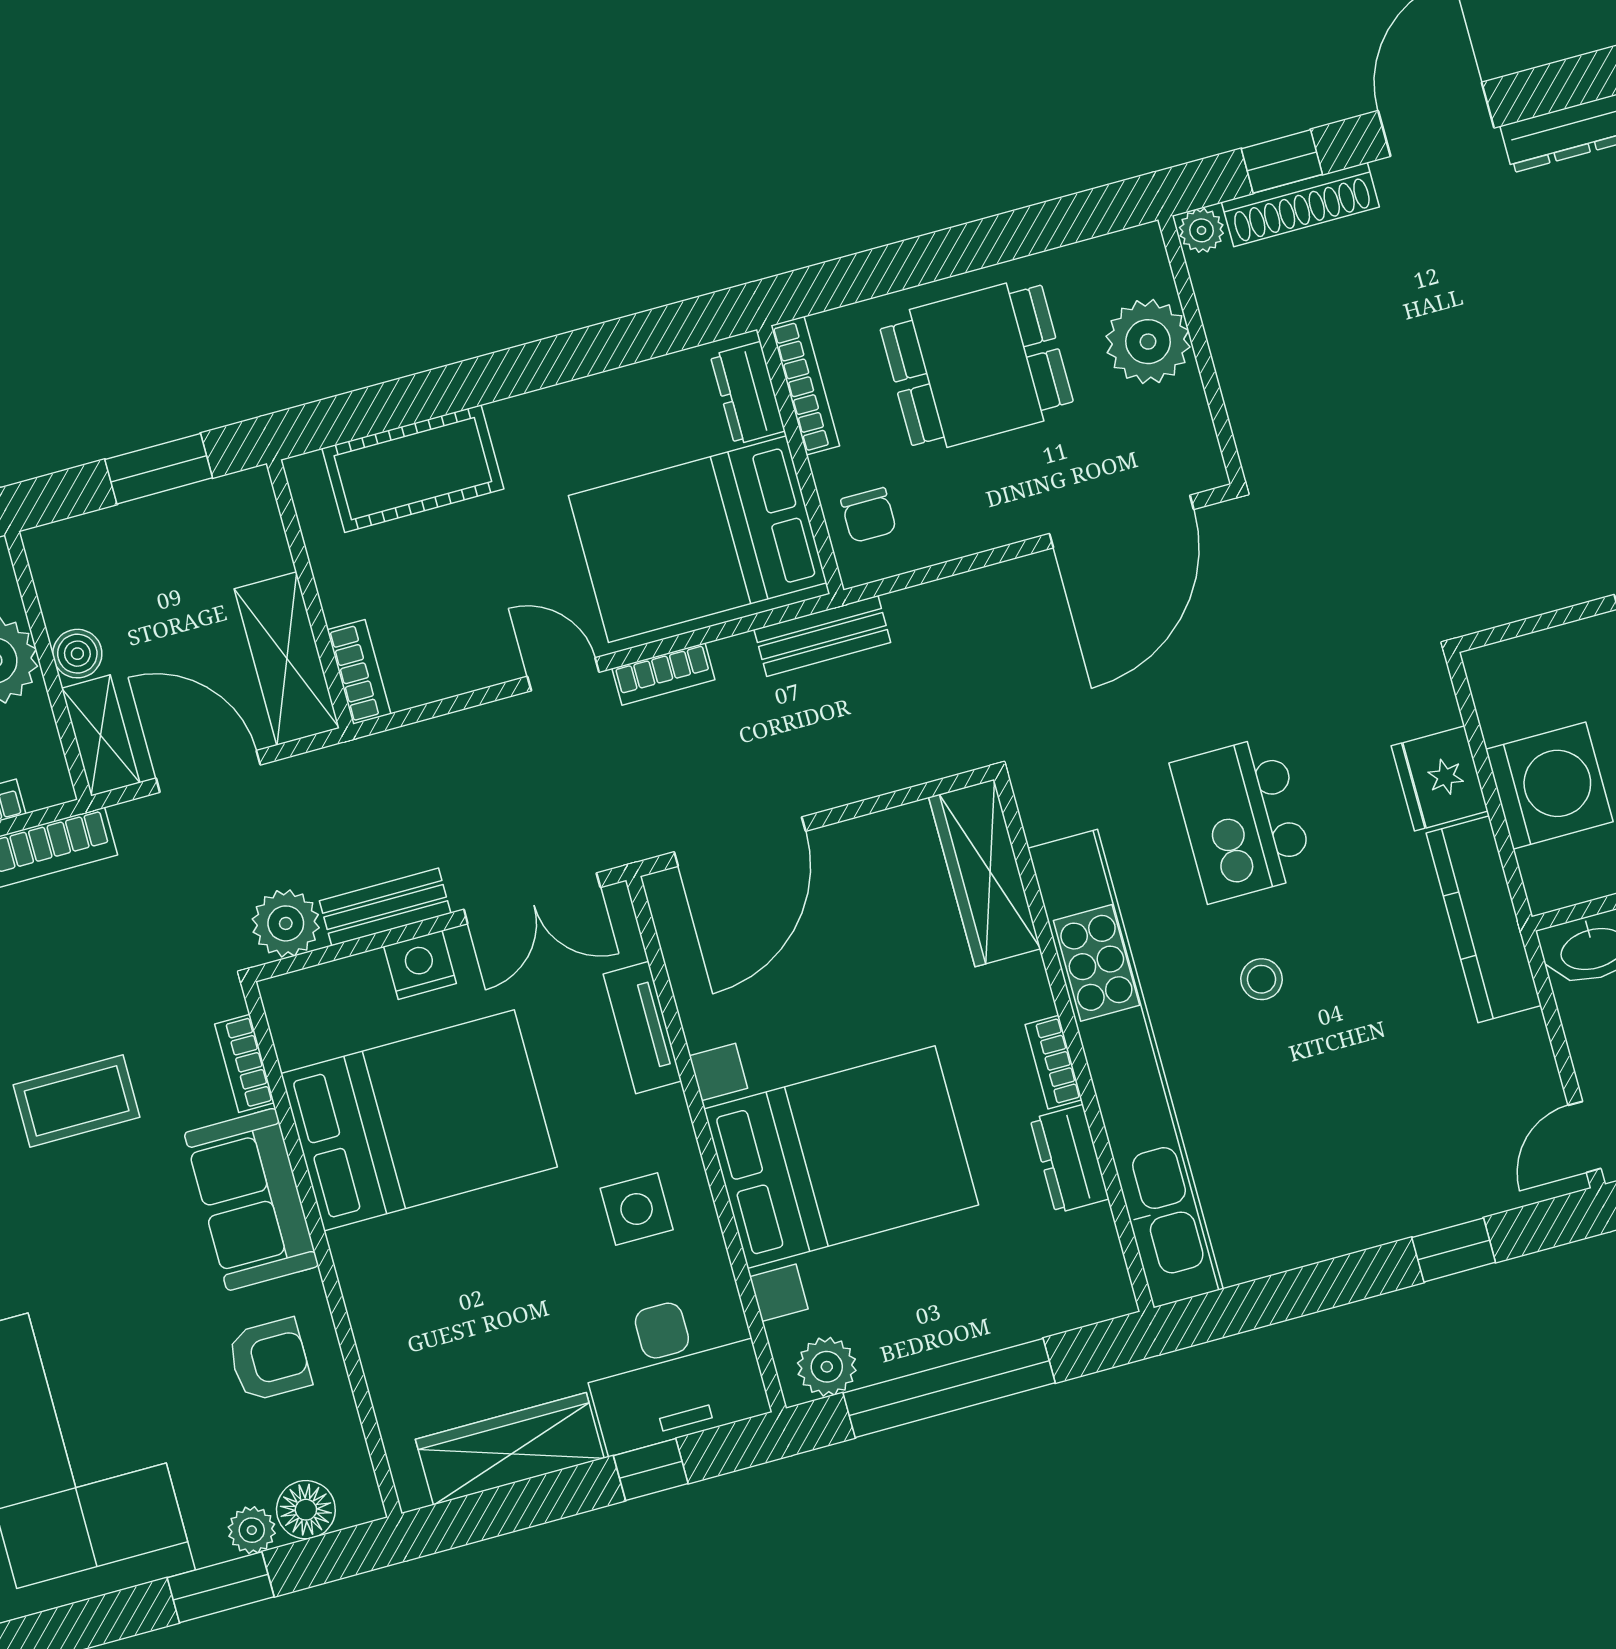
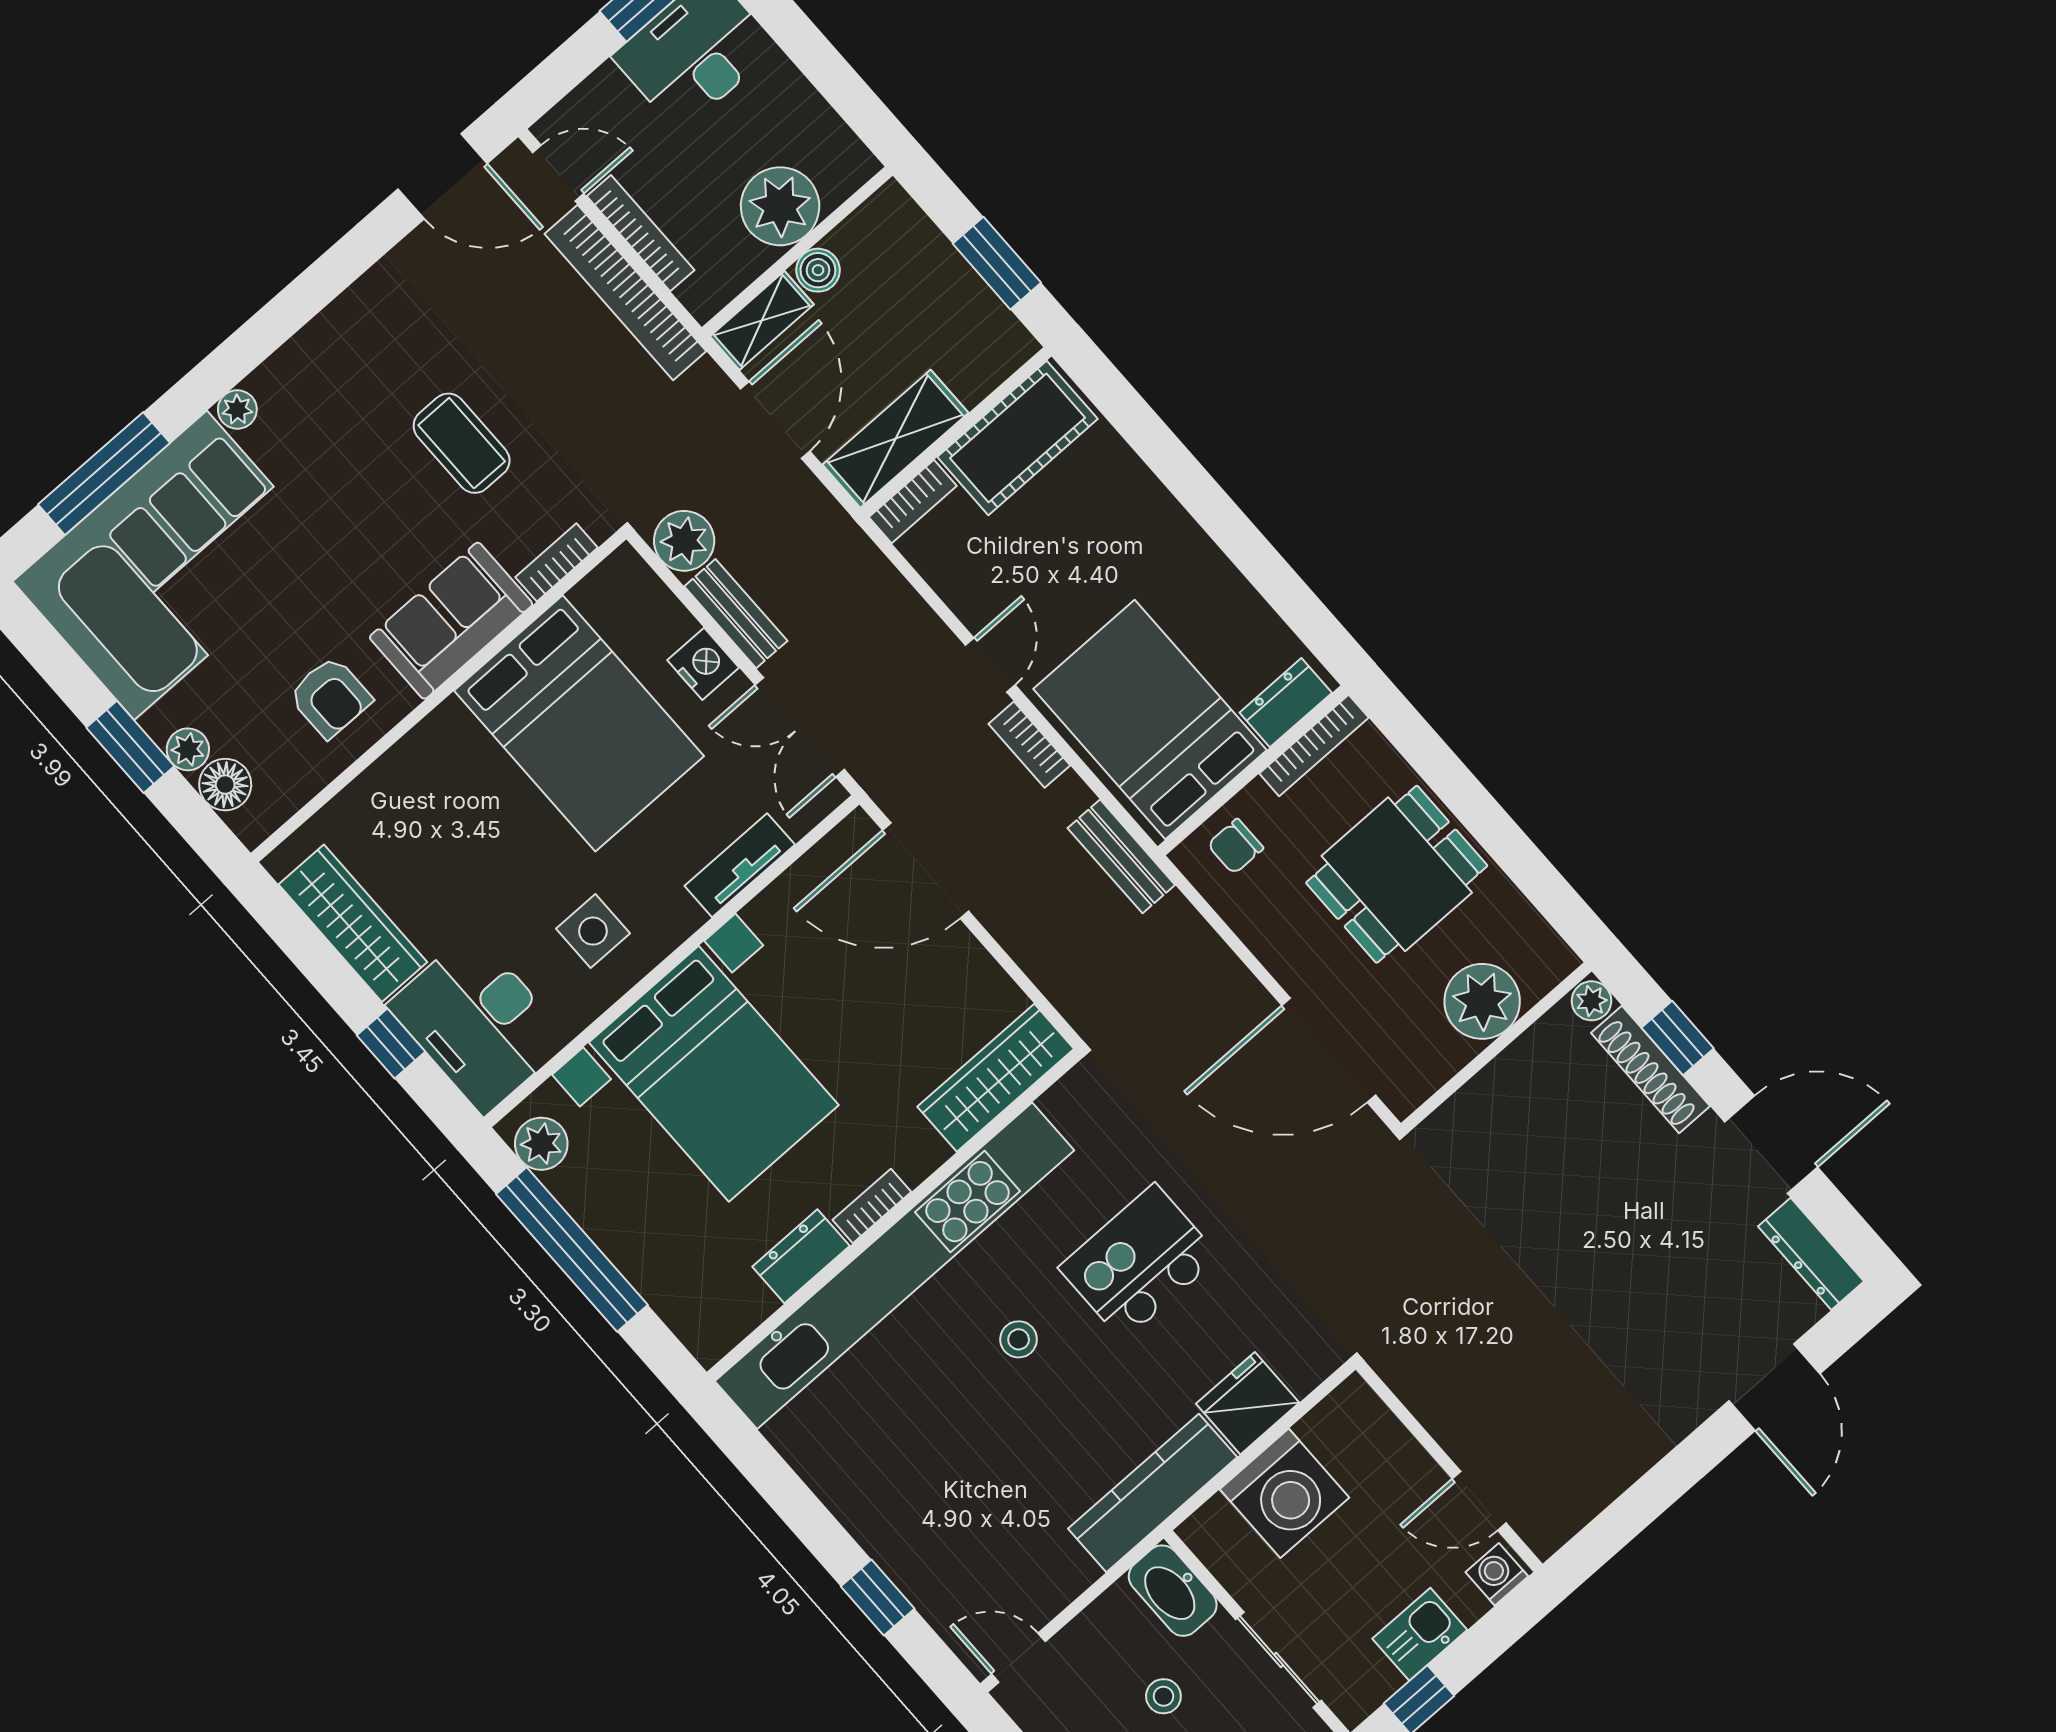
dining table: (977, 365) -> (1397, 874), turned 90
cot: (413, 469) -> (1018, 438), moved, turned 90

